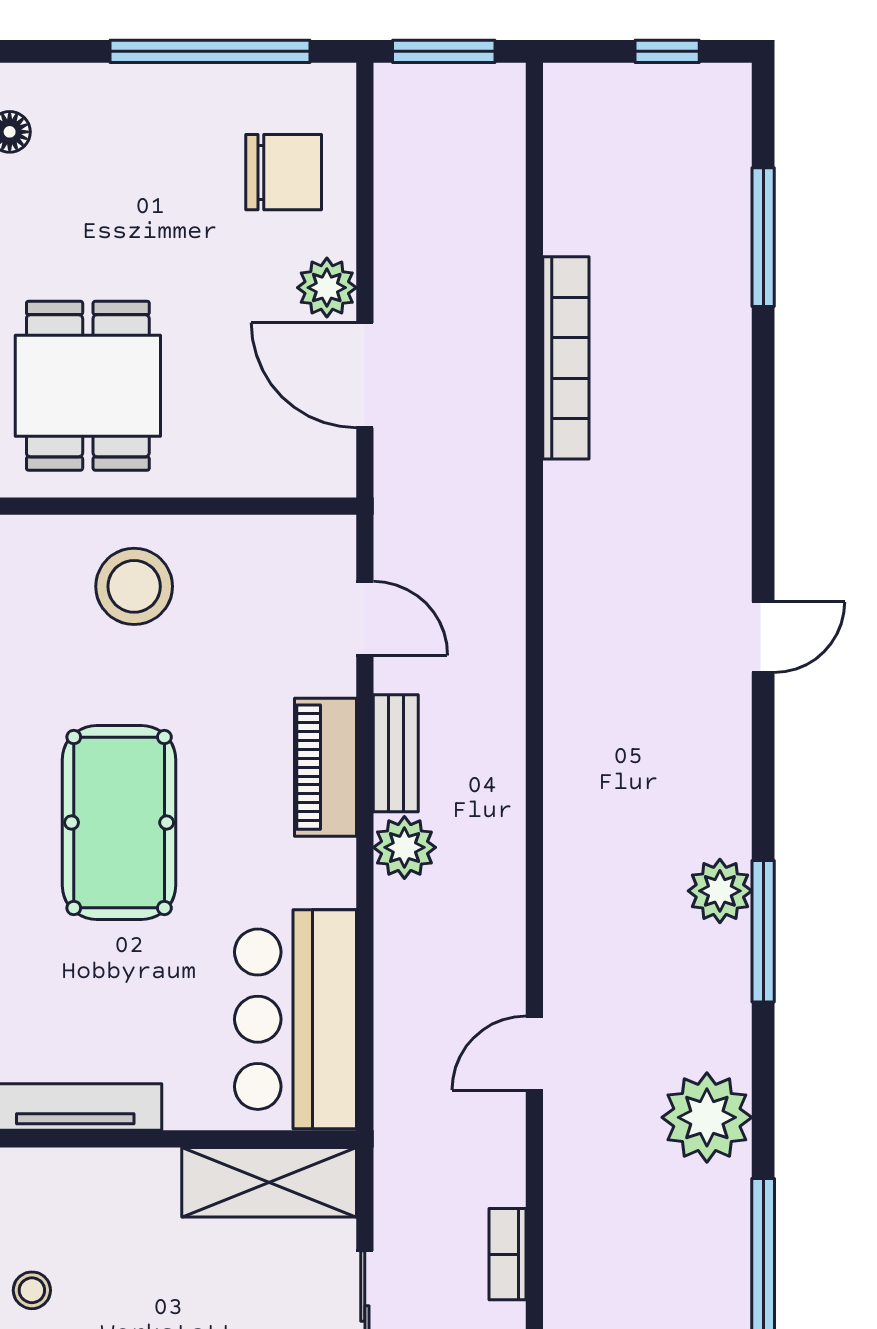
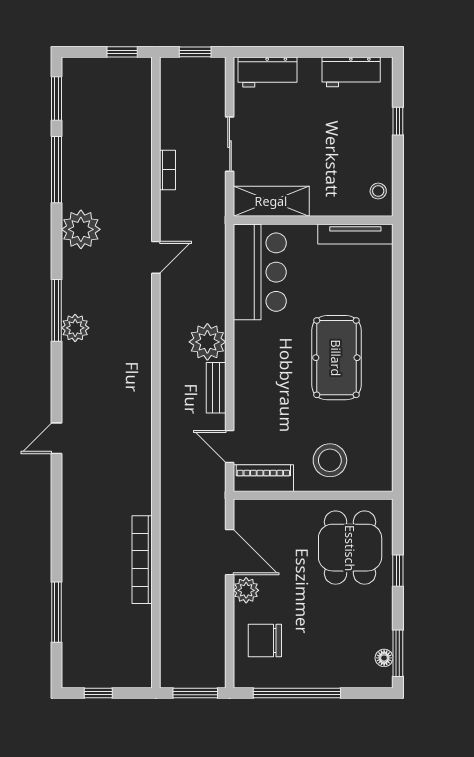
piano: (325, 767) -> (263, 478), moved, turned -90
plant: (404, 847) -> (207, 342), width x1.36, depth x1.36
stool: (32, 1290) -> (378, 191), moved

